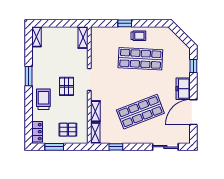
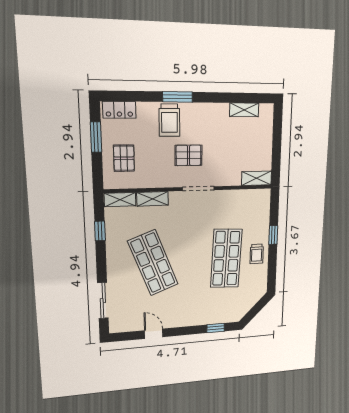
shelving: (36, 37) -> (244, 110), moved
window: (29, 76) -> (178, 97), moved
freezer: (183, 89) -> (186, 317), removed
trolley: (43, 99) -> (169, 120), turned 90
door: (193, 112) -> (154, 334), width x0.53

